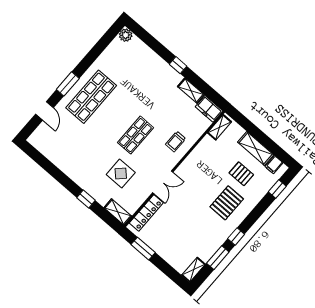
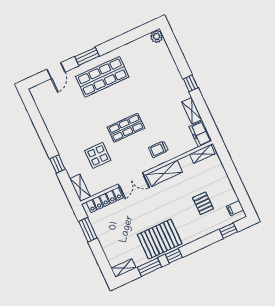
shelving: (256, 148) -> (164, 173), moved, turned 90
pallet: (227, 203) -> (160, 239), moved, width x1.37, depth x1.41

